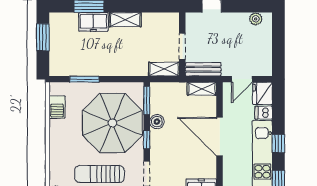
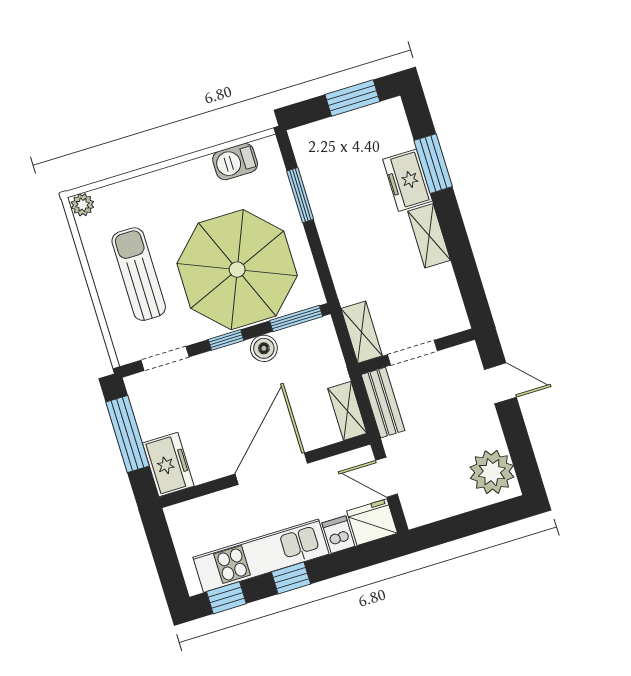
plant: (256, 19) -> (492, 472), width x1.88, depth x1.88

